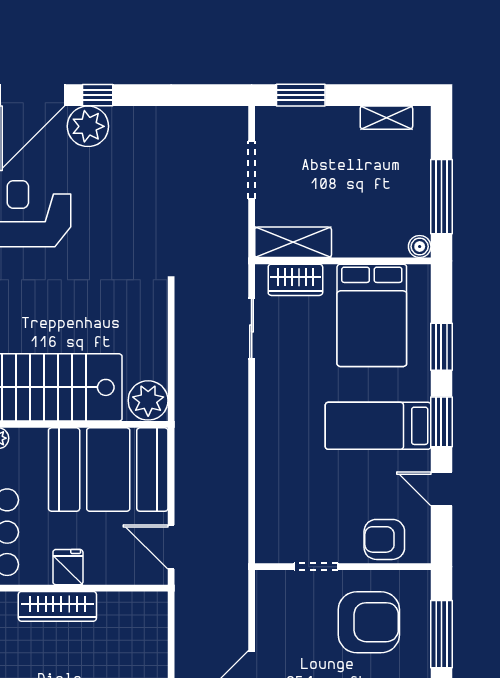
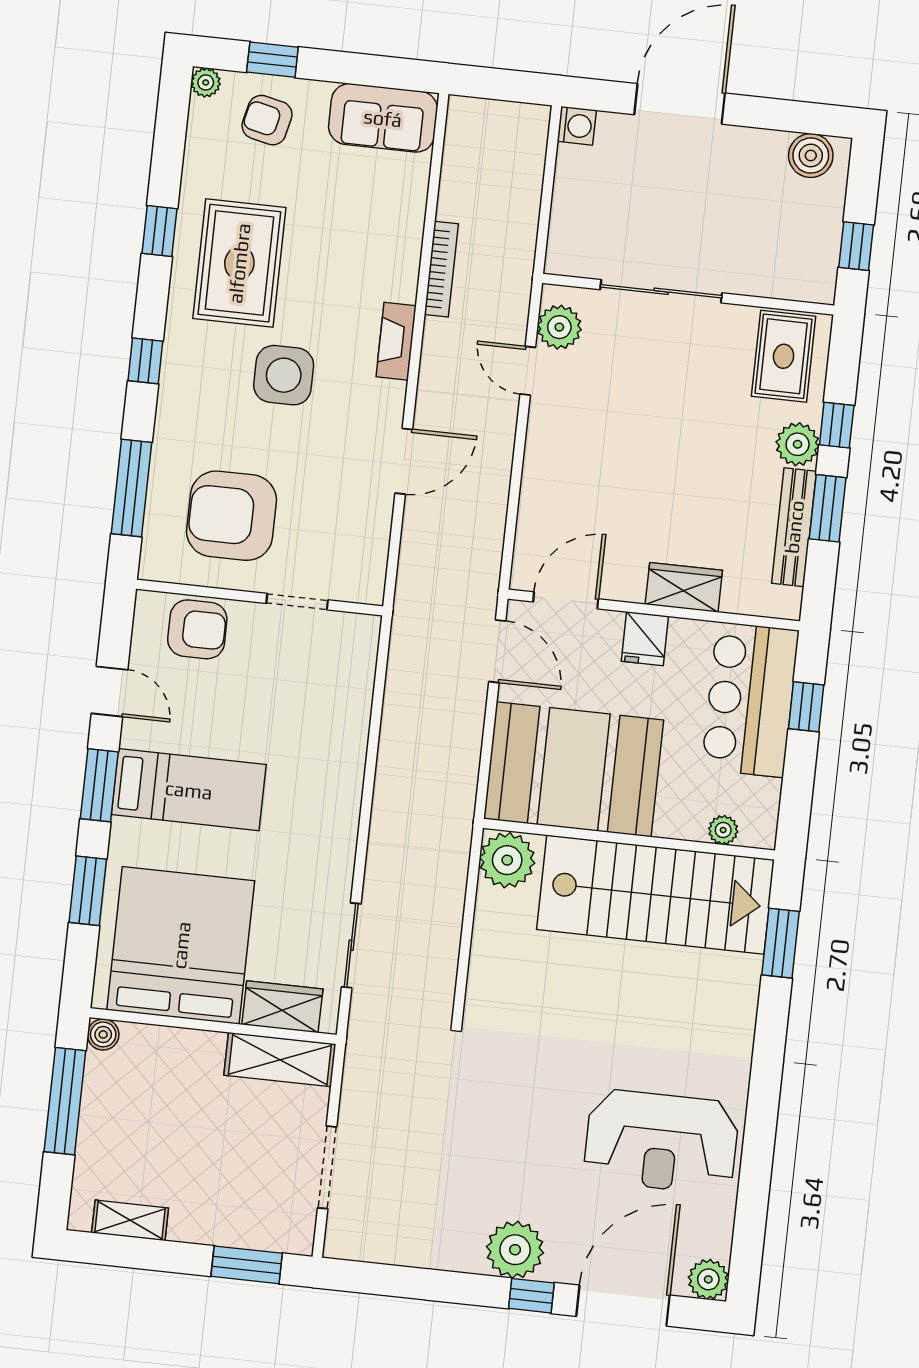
plant: (88, 126) -> (515, 1250), moved
bed: (372, 315) -> (181, 945), width x1.36
door: (127, 588) -> (566, 600), added
wardrobe: (57, 606) -> (684, 587), width x0.67

